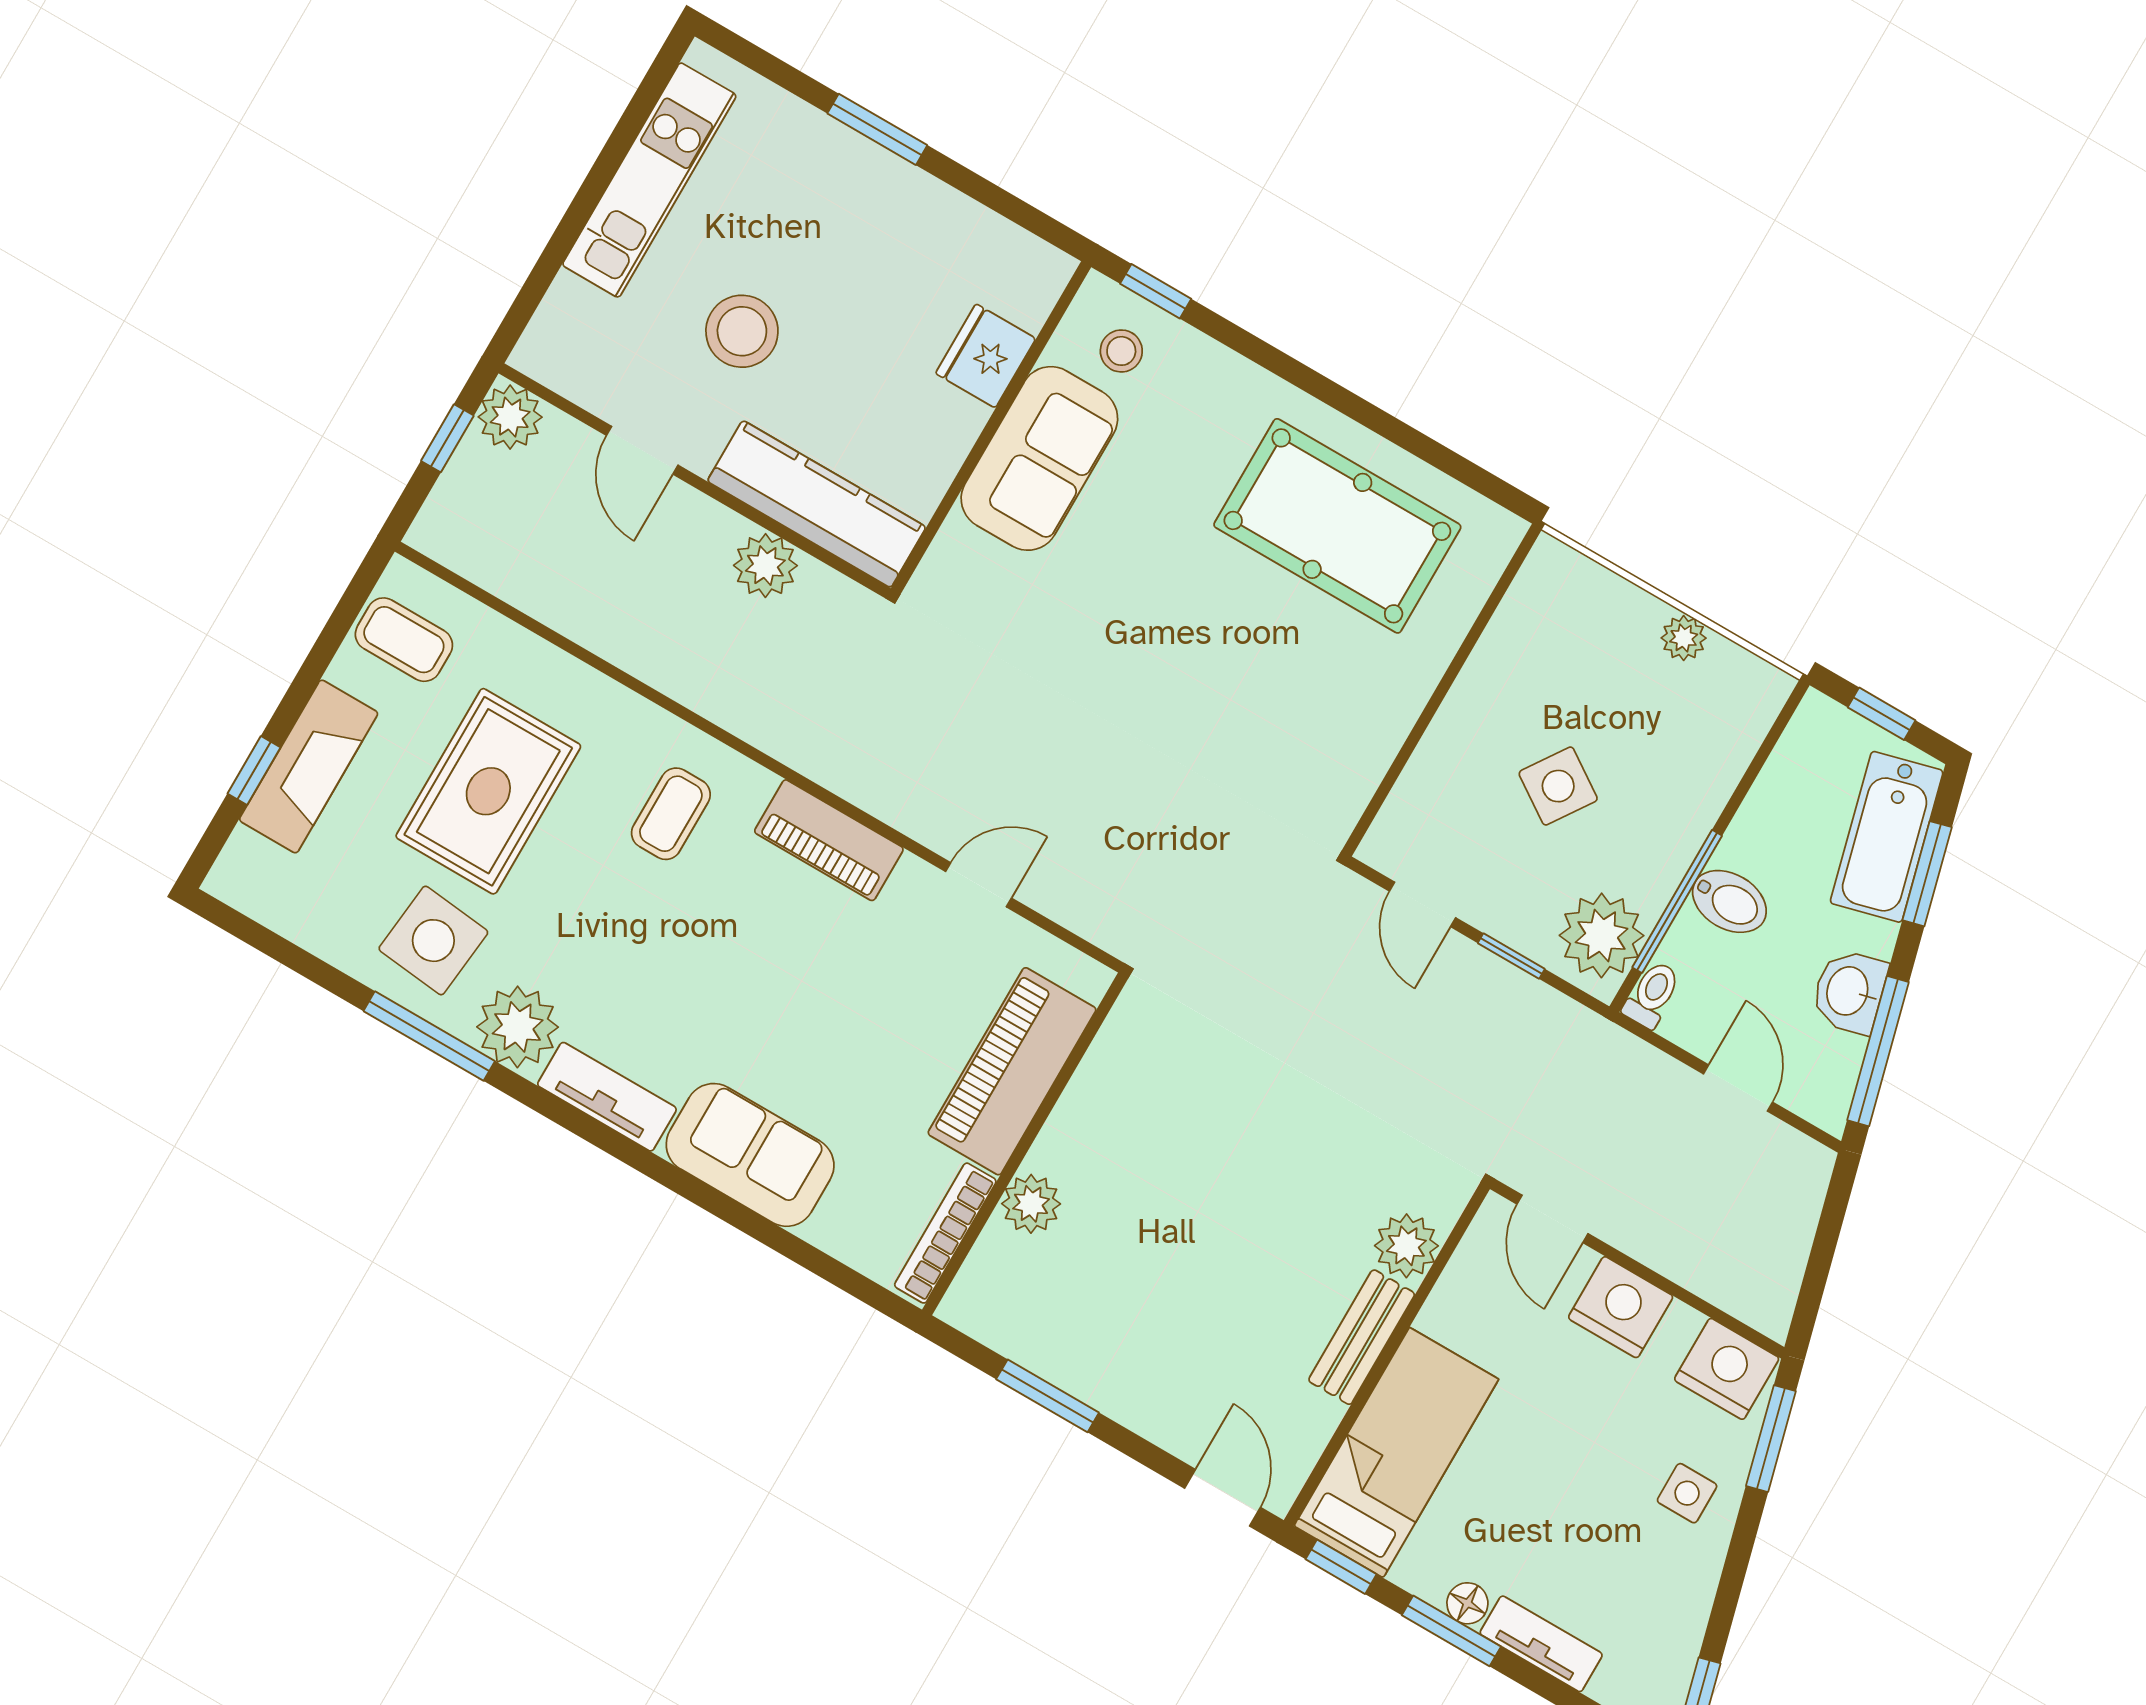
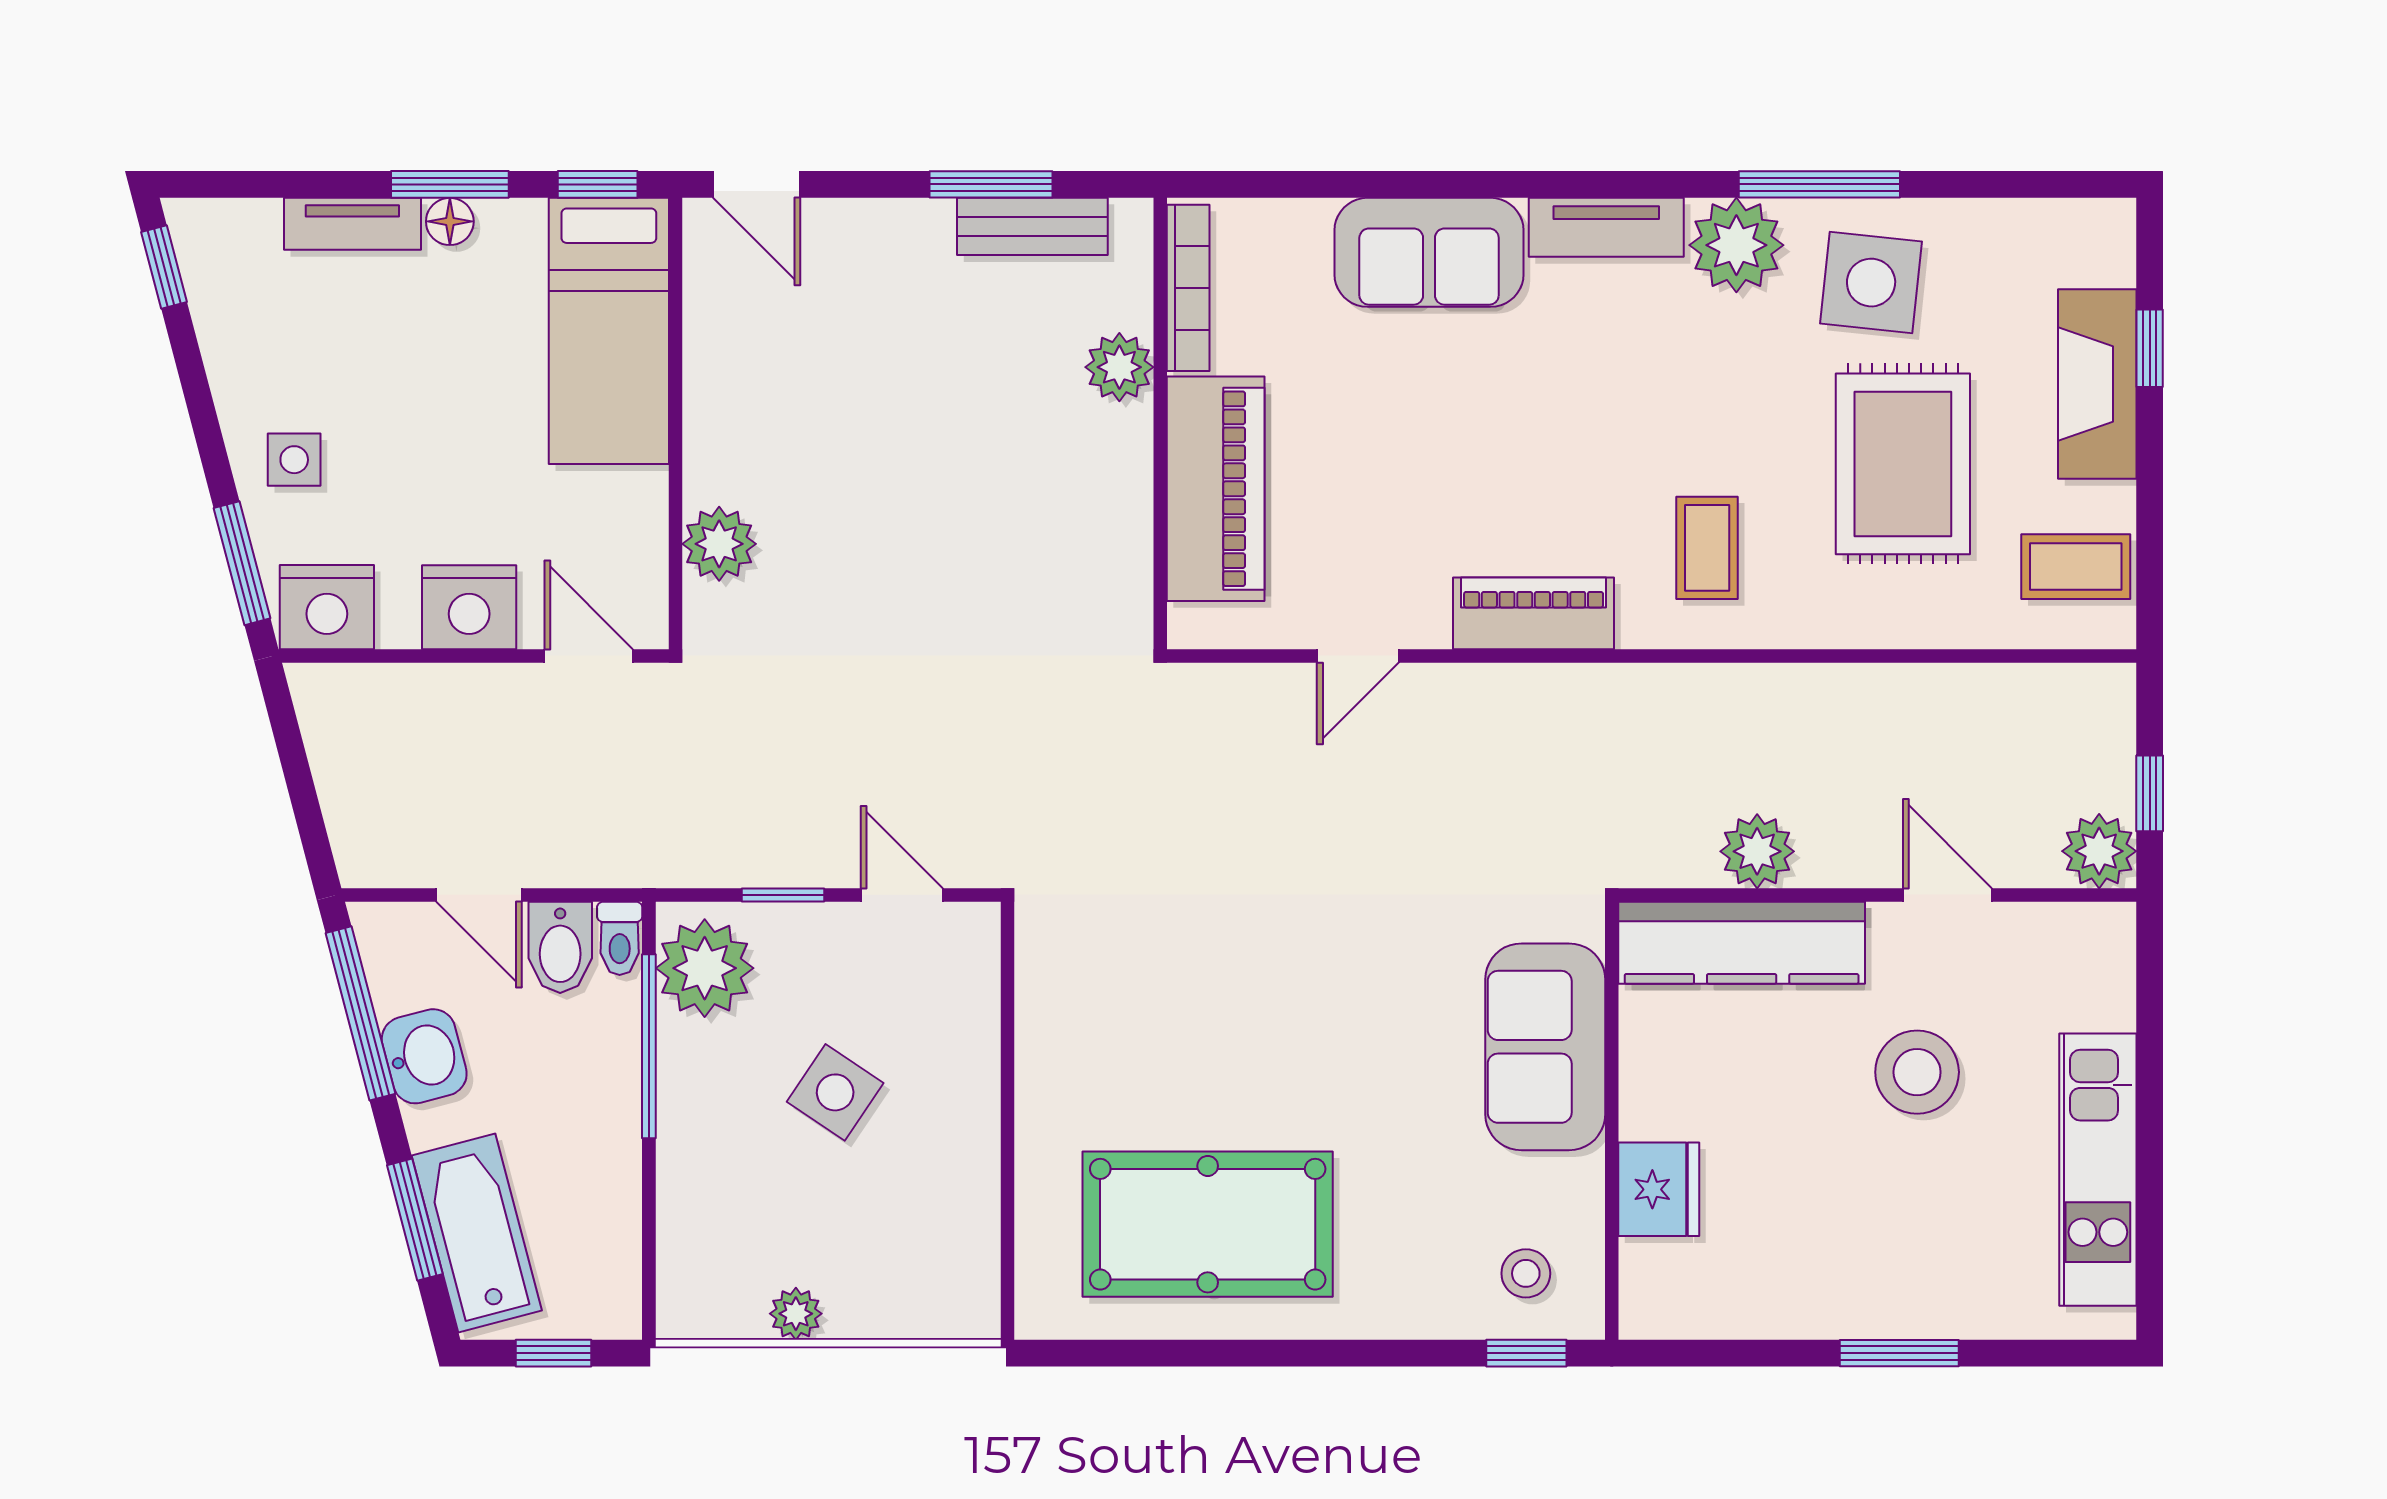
sofa: (1039, 458) -> (1545, 1047), moved
bidet: (1729, 901) -> (560, 947), moved, turned -90
bench: (1362, 1337) -> (1032, 226), moved, turned 90

